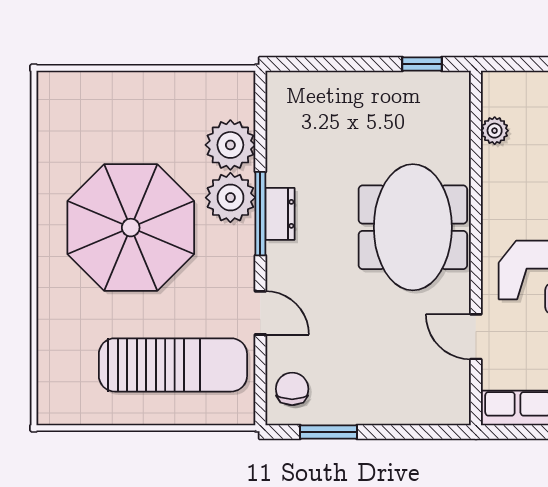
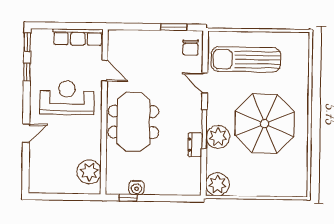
water cooler: (404, 86) -> (136, 188), added
plant: (495, 131) -> (89, 172), width x1.87, depth x1.87
plant: (230, 145) -> (217, 184), moved
dresser: (280, 214) -> (195, 145), moved

